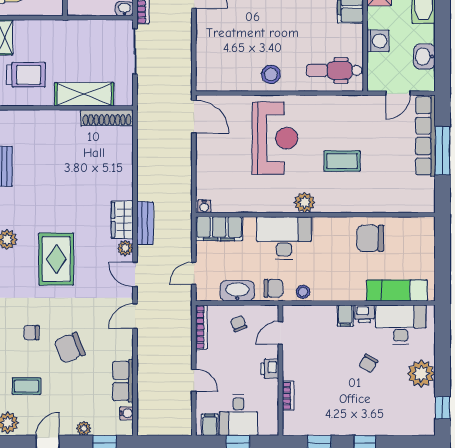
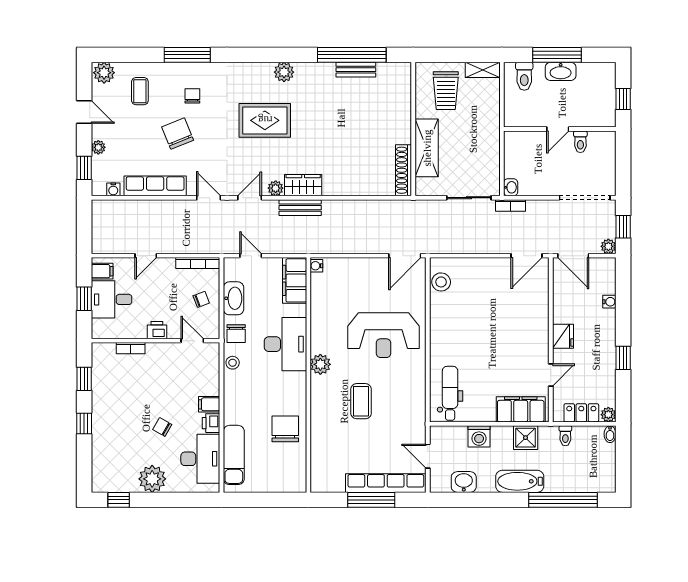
stool: (271, 74) -> (441, 282), moved
row of seats: (123, 381) -> (155, 186), width x1.48

